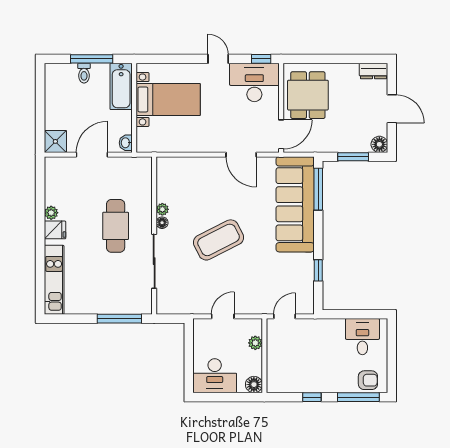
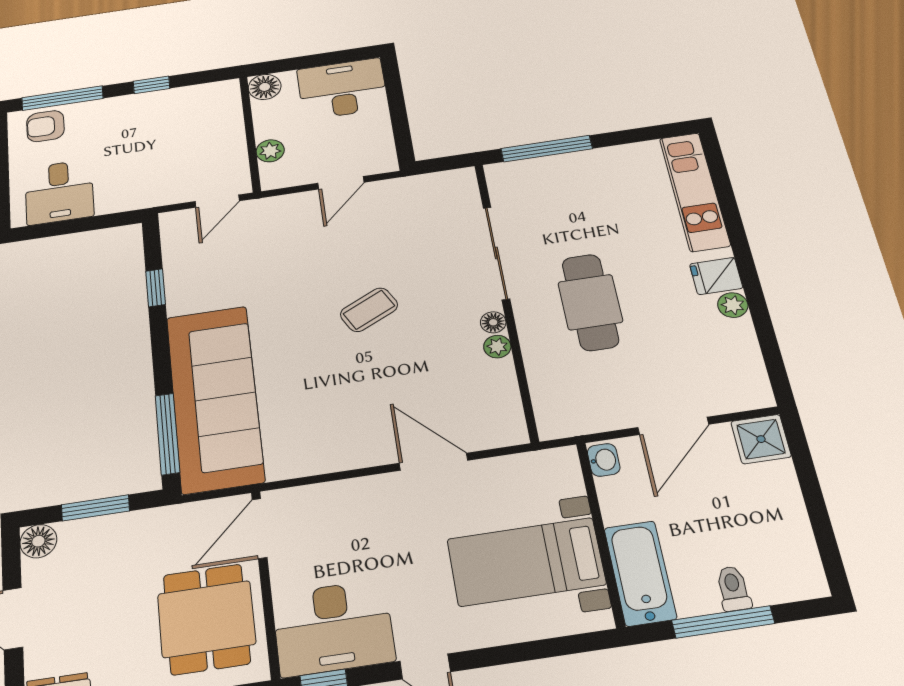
door: (241, 155) -> (433, 462), moved
coffee table: (218, 240) -> (369, 310), width x0.54, depth x0.58

